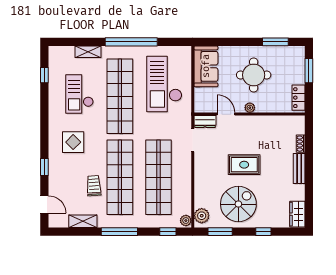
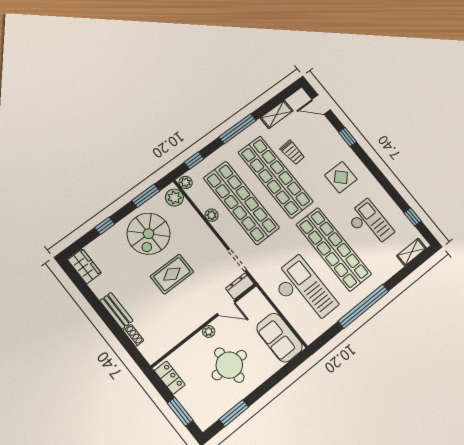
shelving: (88, 52) -> (412, 252), moved
plant: (186, 184) -> (212, 215), added

